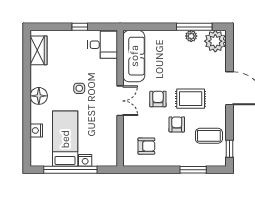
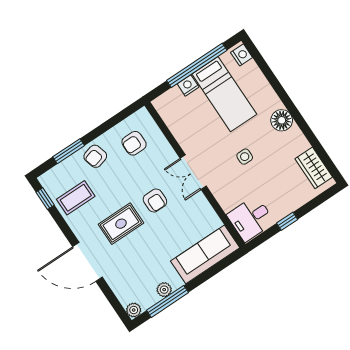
plant: (215, 41) -> (134, 310), width x0.53, depth x0.53
sofa: (134, 56) -> (205, 254), moved, turned 90
armchair: (177, 124) -> (95, 156), moved, turned 74
nightstand: (36, 130) -> (242, 55), moved

